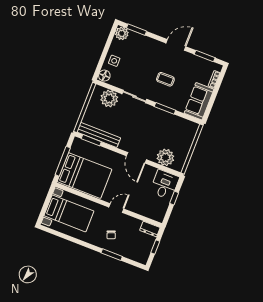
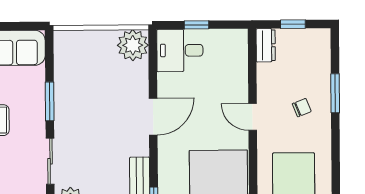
plant: (165, 157) -> (133, 45), moved

